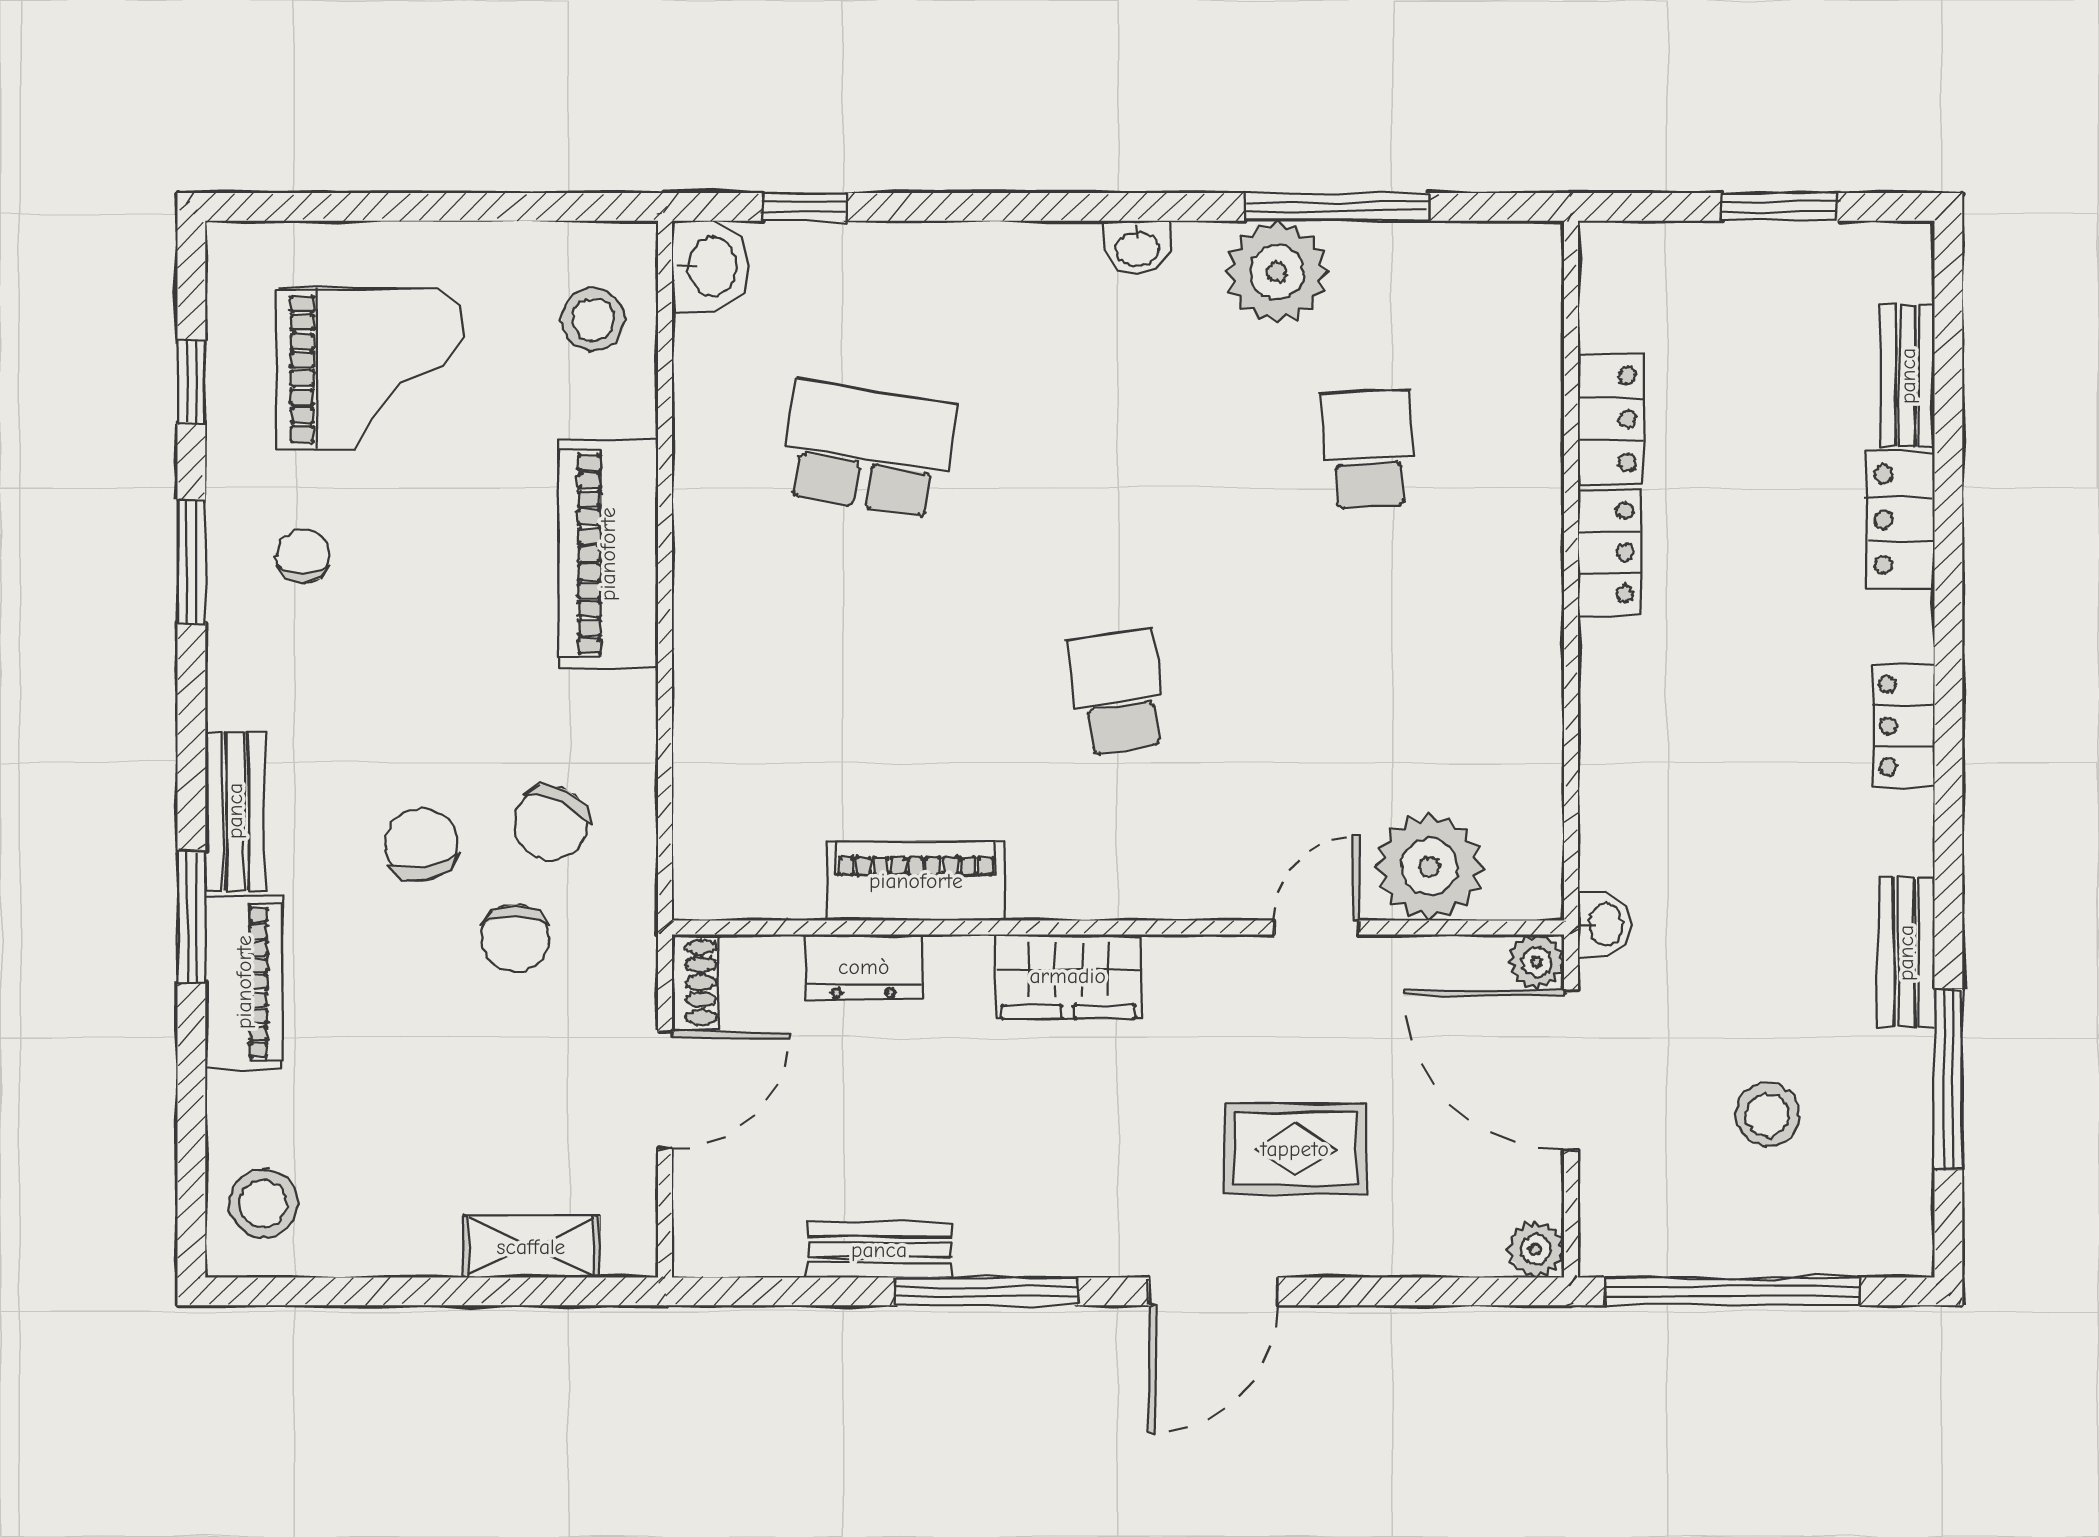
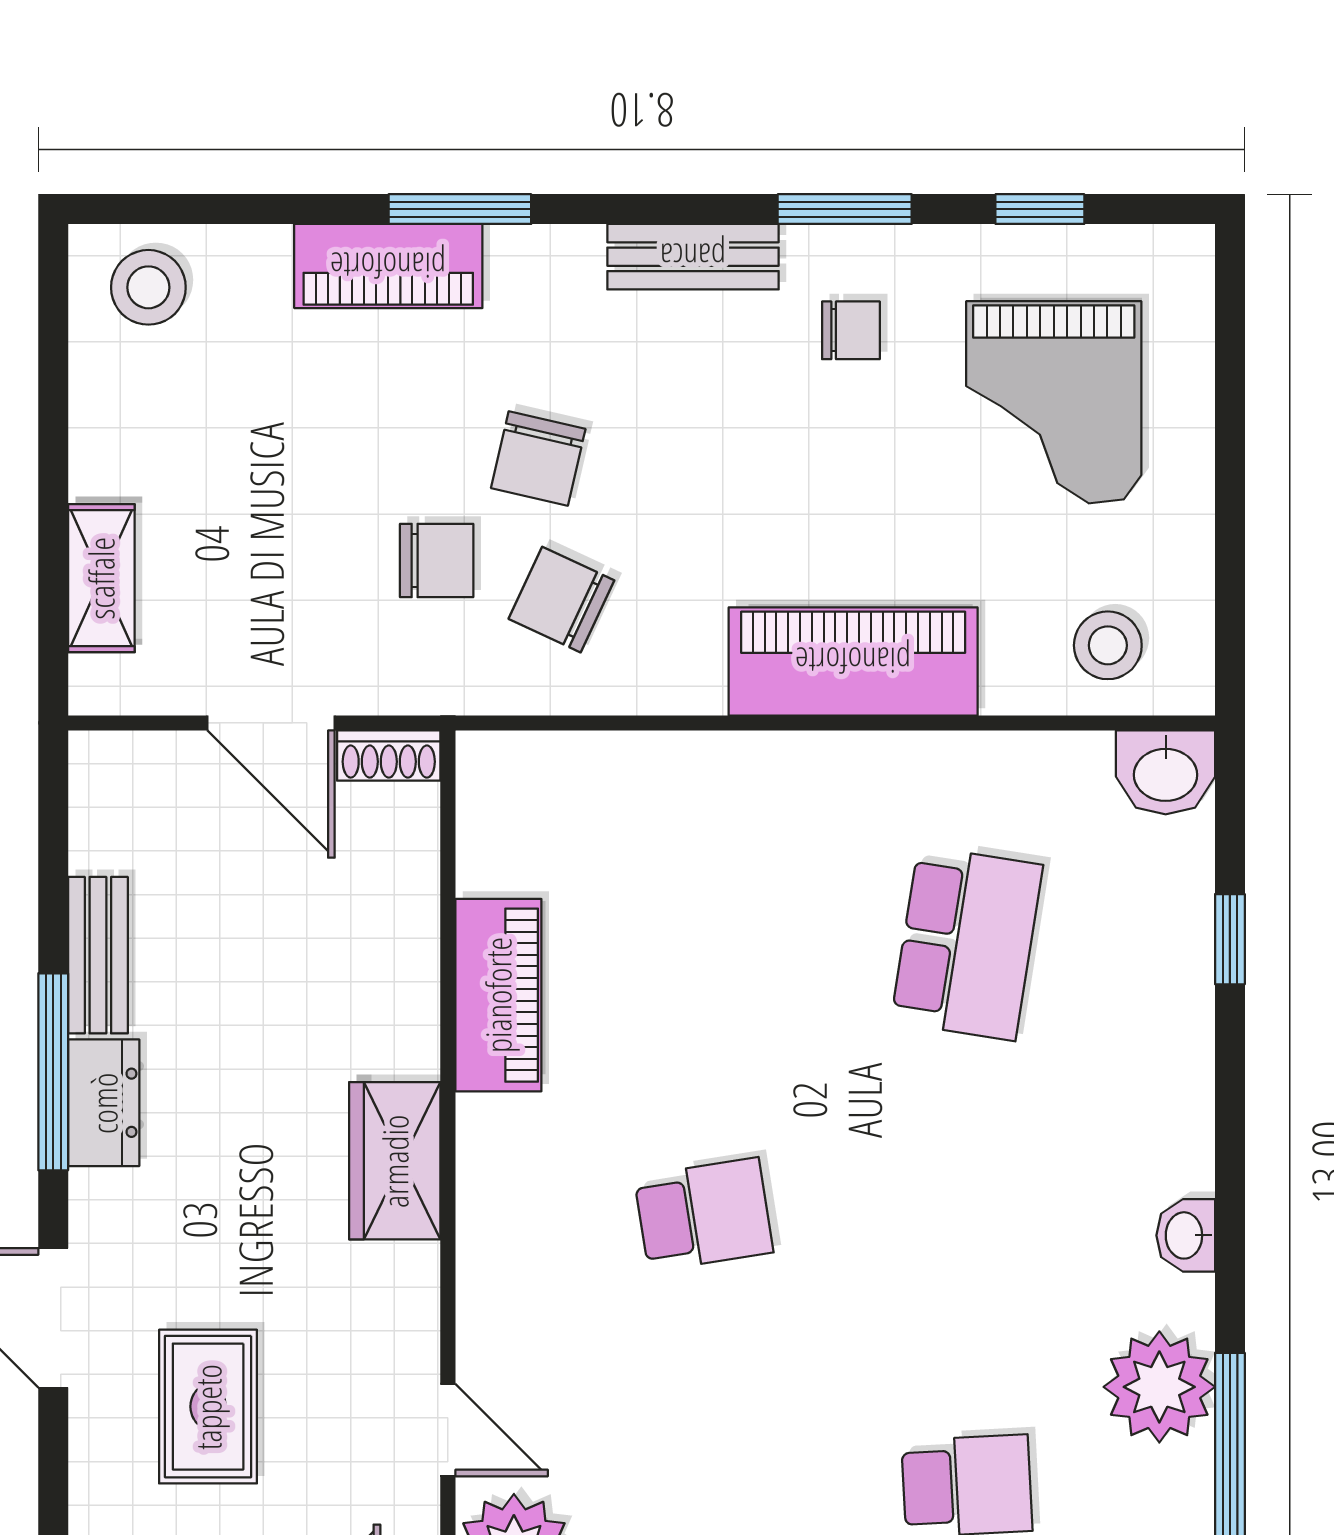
window: (805, 207) -> (1230, 939), moved
bench: (235, 811) -> (693, 257), moved
chair: (421, 844) -> (538, 458), turned 113
chair: (515, 938) -> (437, 560), turned 180
dresser: (864, 967) -> (104, 1103), moved, turned 180

